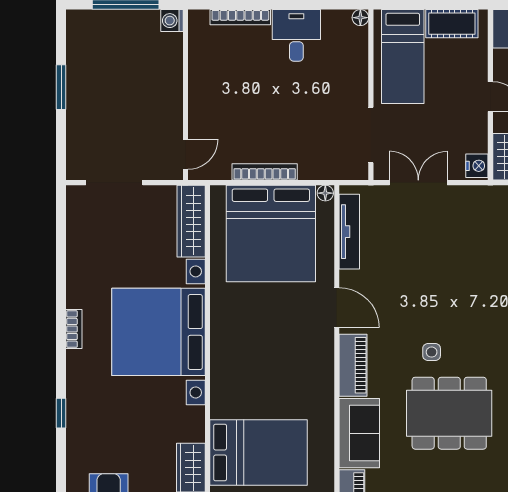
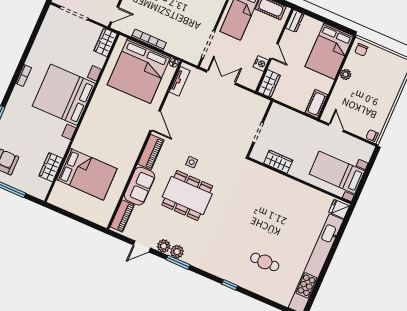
nightstand: (477, 166) -> (261, 64), moved
wardrobe: (191, 221) -> (106, 42), width x0.67
tv unit: (349, 232) -> (180, 81), width x0.71

